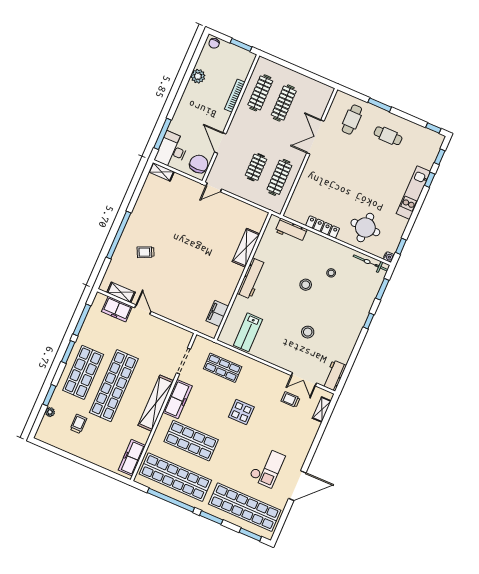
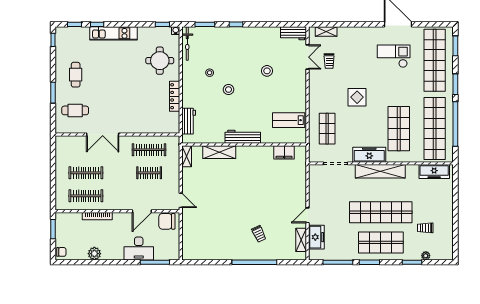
desk: (172, 150) -> (139, 248), moved
shelving: (161, 172) -> (187, 156), moved
lab bench: (248, 332) -> (289, 120), turned 180

